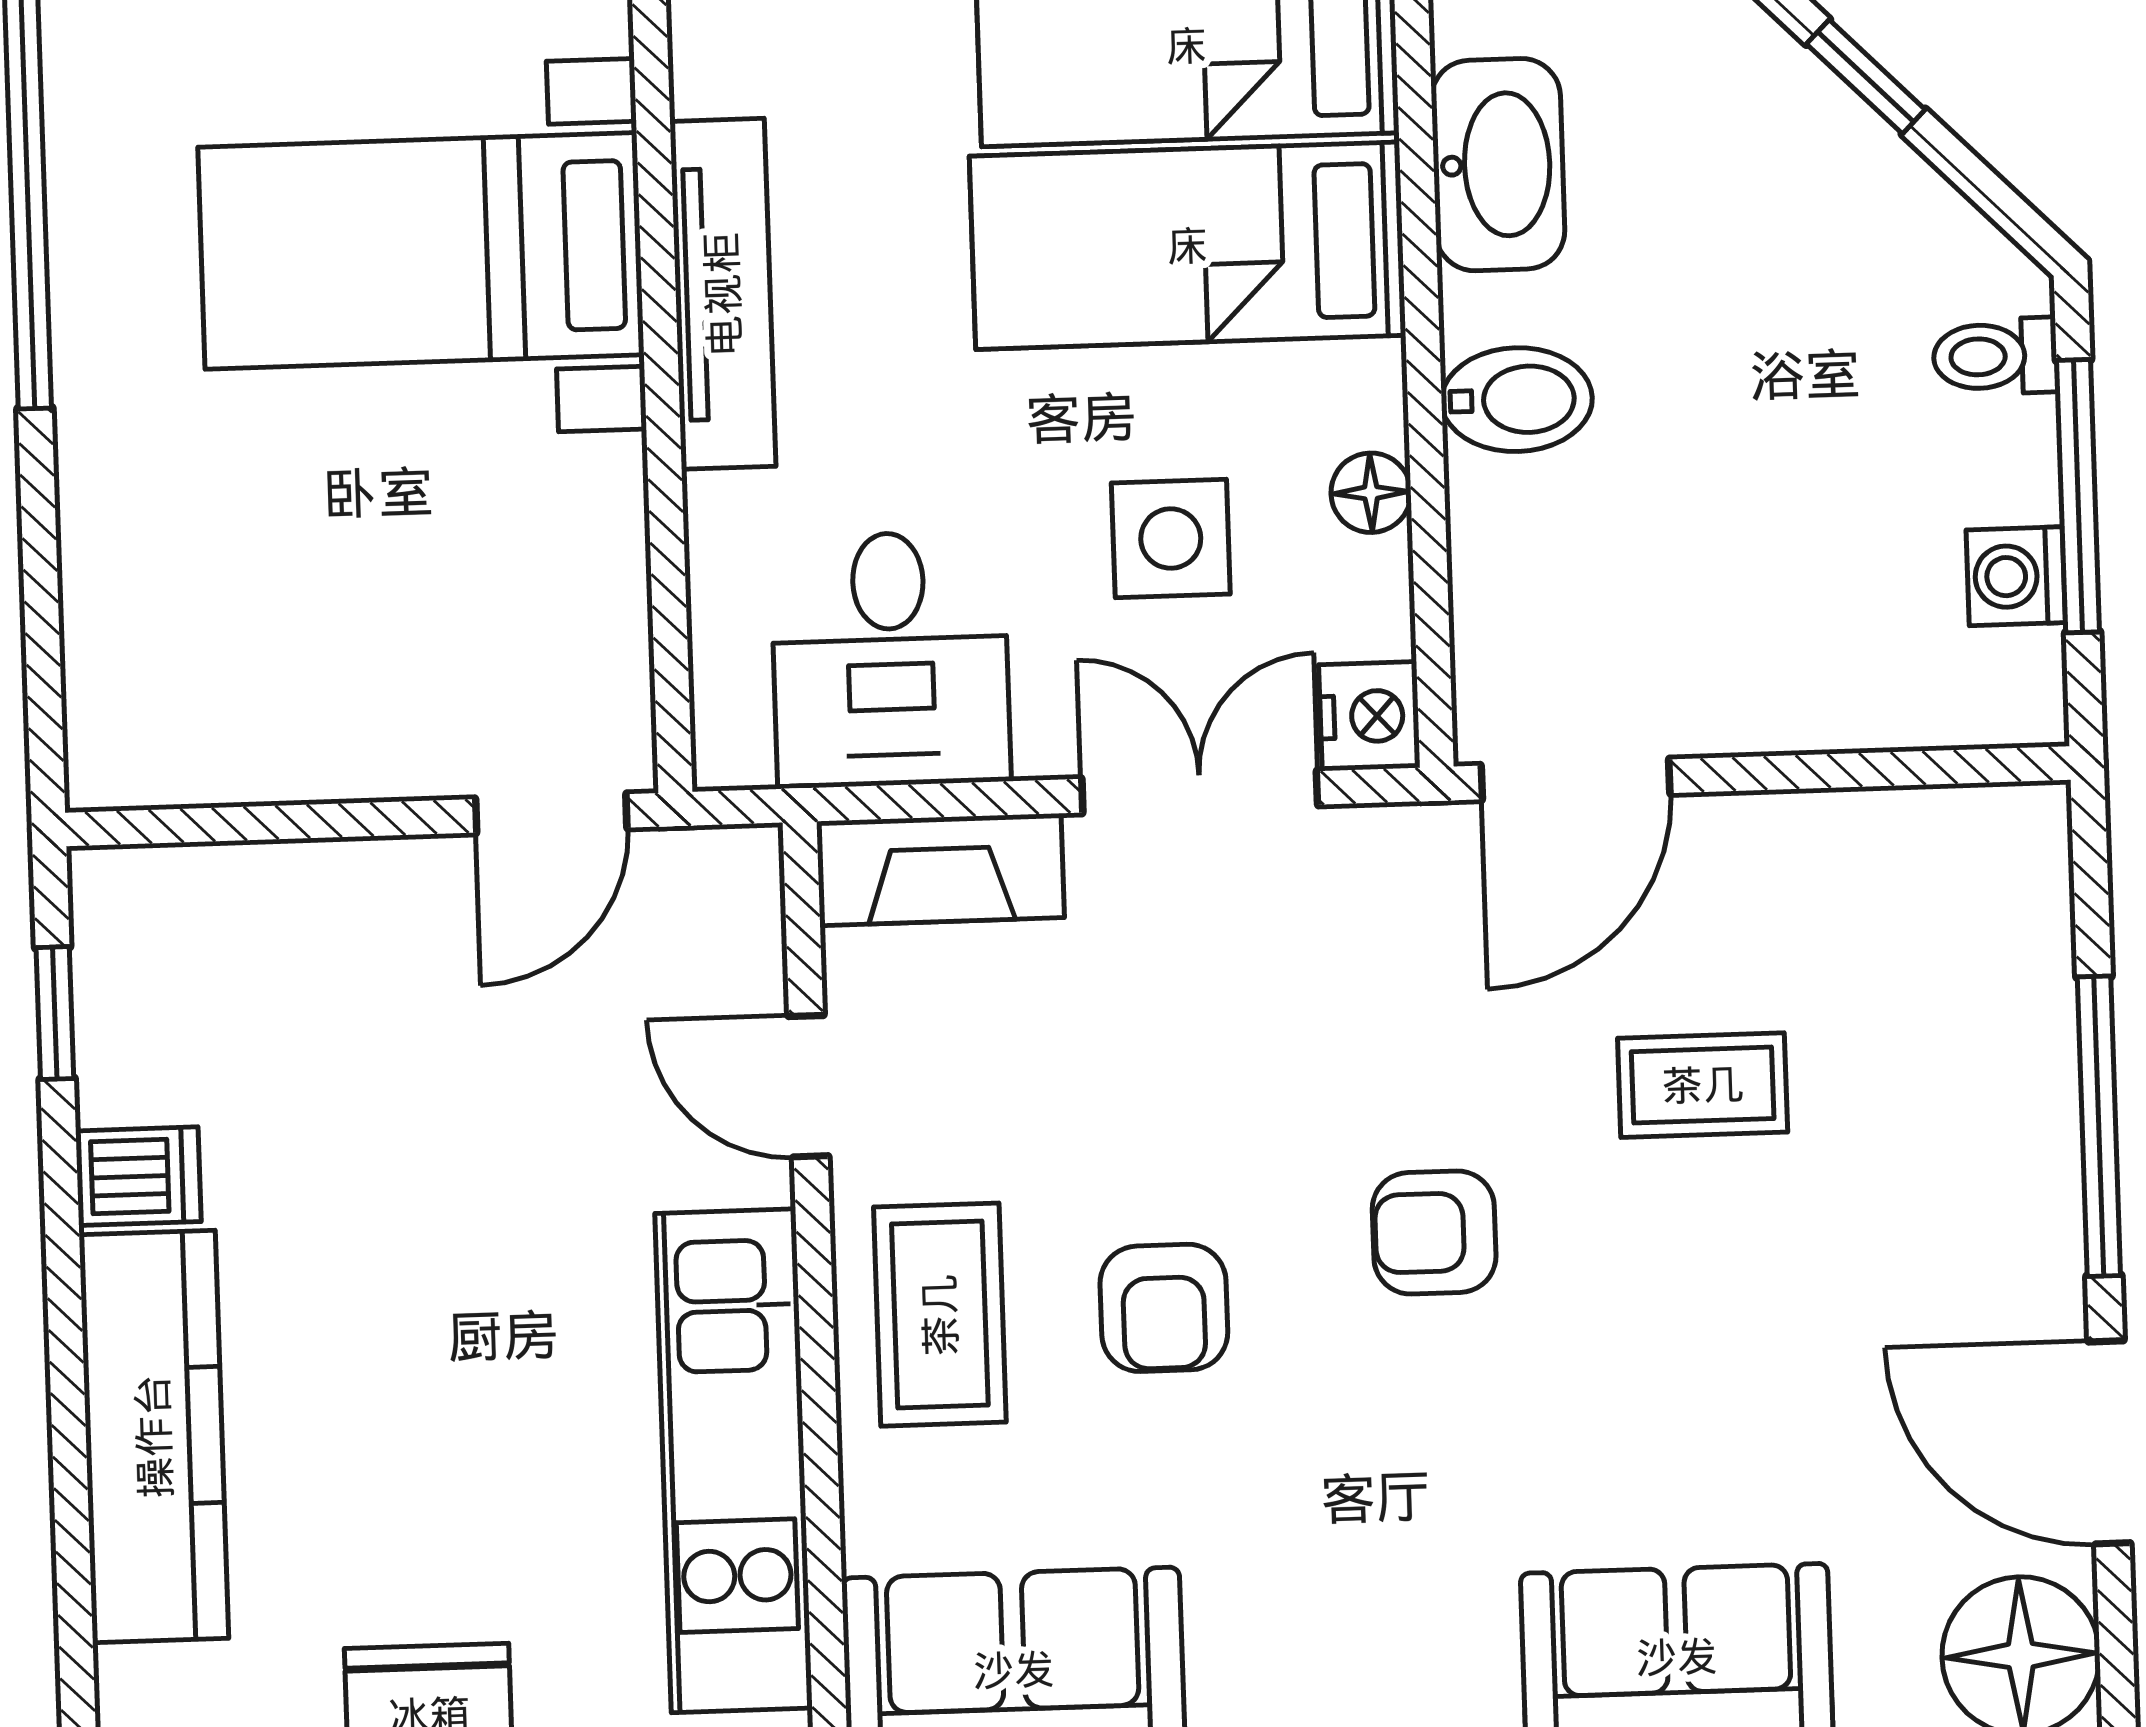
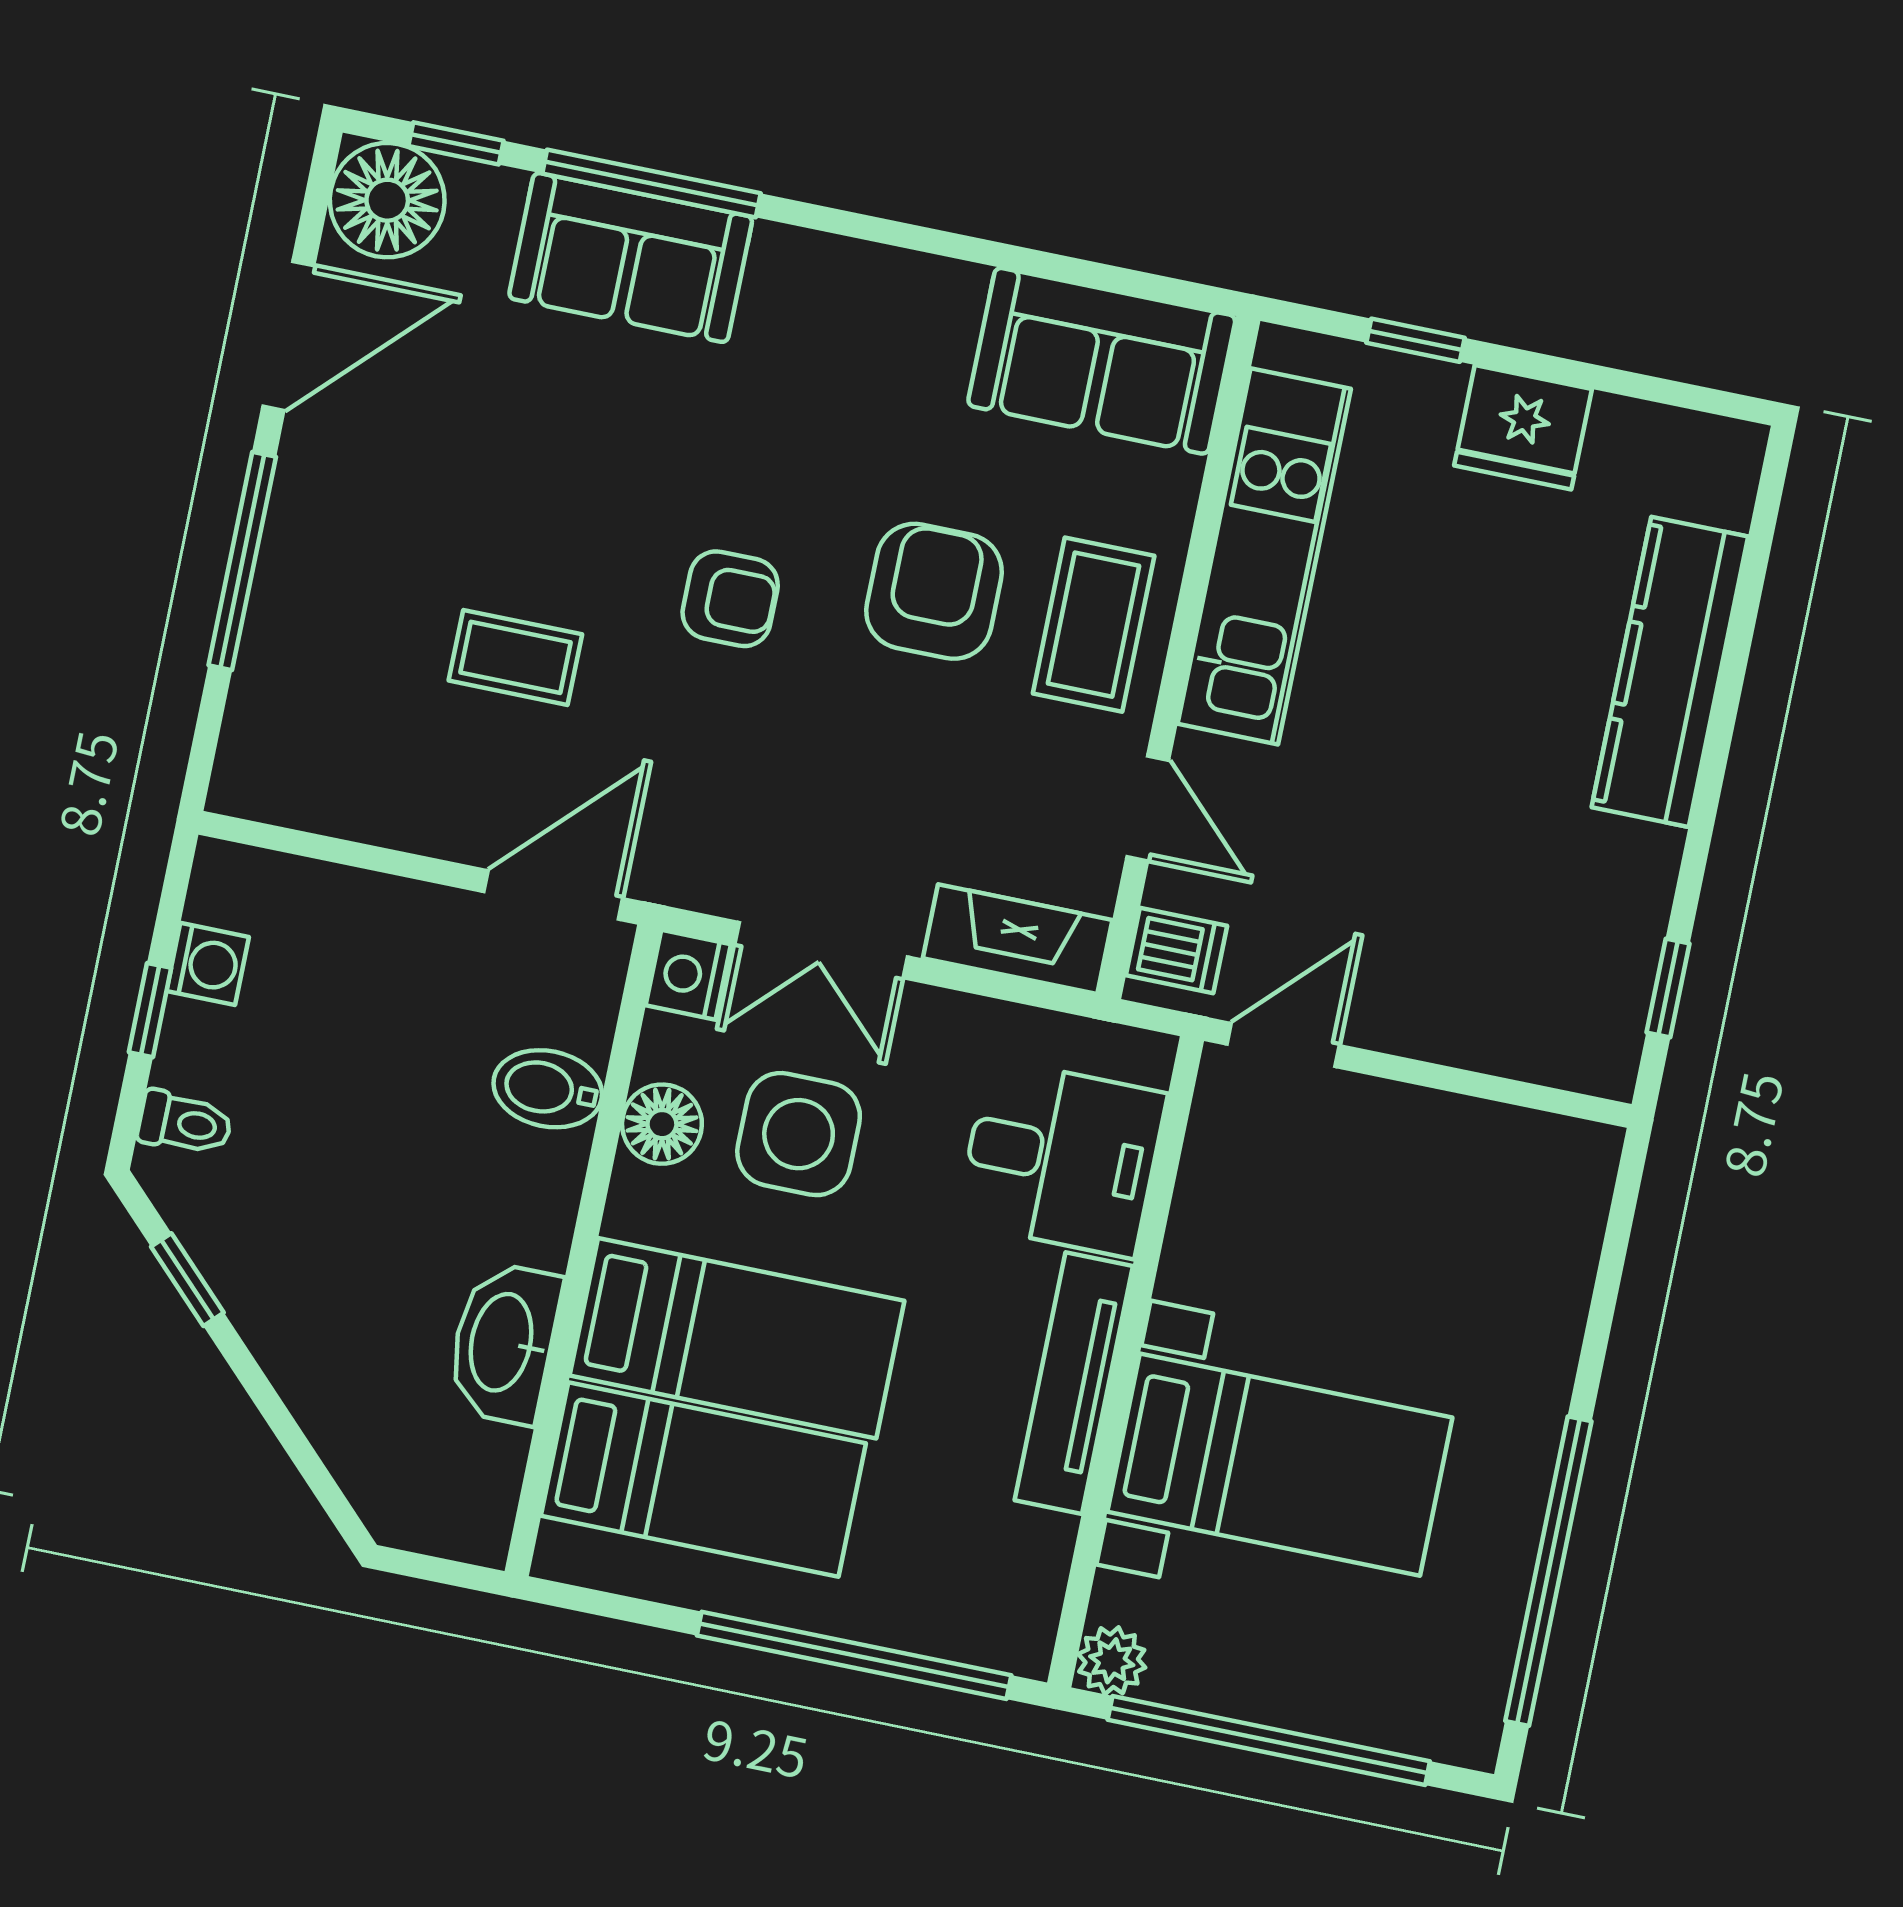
window: (1866, 77) -> (187, 1280), moved
bidet: (1517, 400) -> (548, 1089), moved
floor lamp: (1371, 493) -> (662, 1124), width x1.37, depth x1.37
window: (2078, 496) -> (150, 1010), width x0.46
side table: (1171, 539) -> (799, 1134), width x1.37, depth x1.37
desk: (890, 659) -> (1061, 1158), moved, turned 90
dishwasher: (138, 1176) -> (1176, 950), moved, turned 180
armchair: (1164, 1308) -> (934, 591), width x1.38, depth x1.38
door: (2109, 1442) -> (288, 336), hinge flipped

